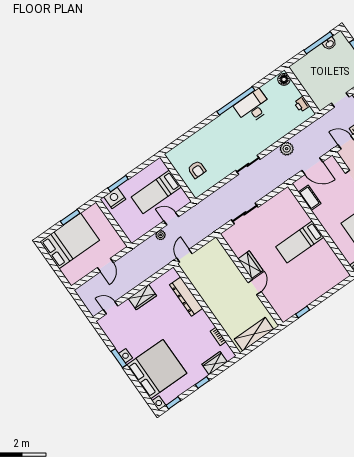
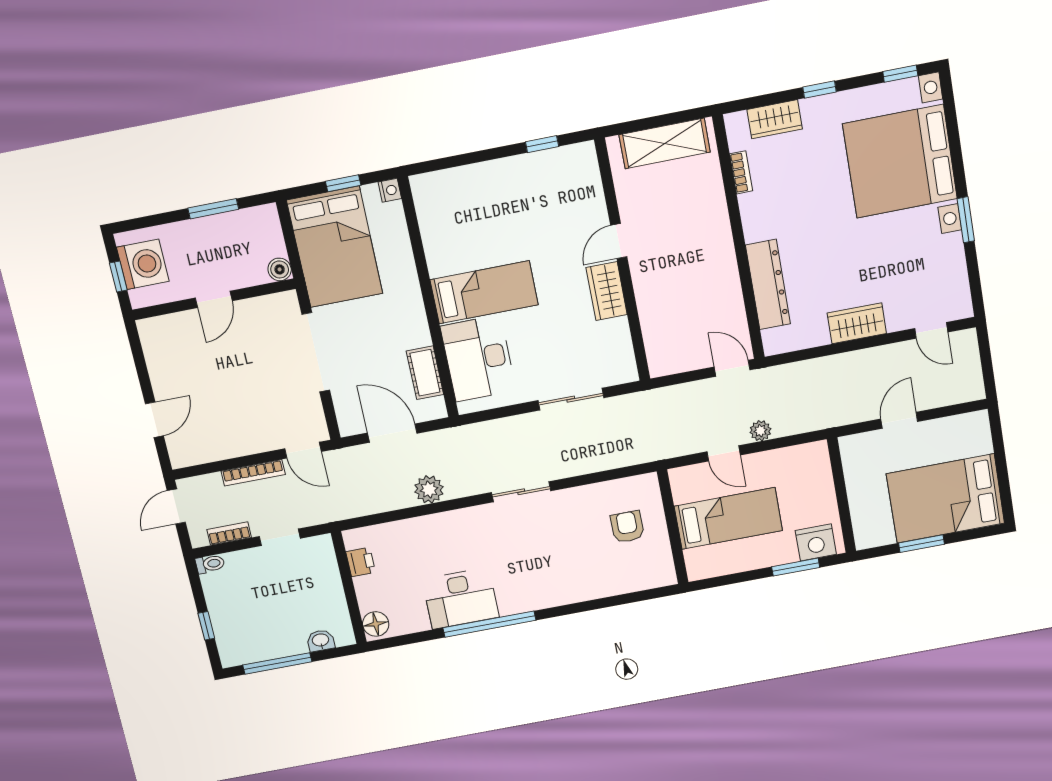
washbasin: (330, 44) -> (321, 641), moved
desk: (290, 213) -> (478, 358), added
door: (184, 256) -> (732, 368), swing flipped

